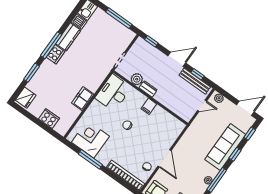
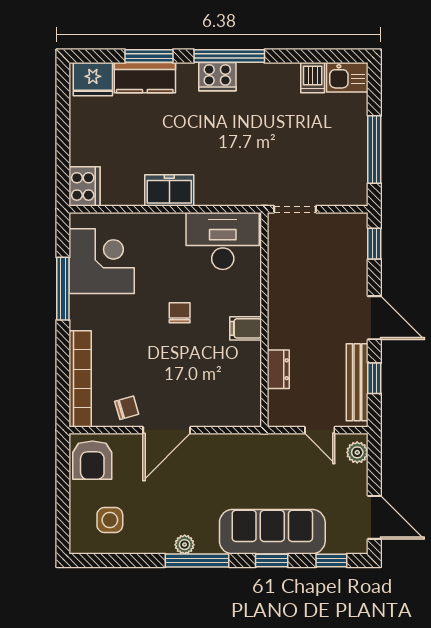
kitchen counter: (68, 37) -> (145, 78), moved
plant: (137, 79) -> (281, 268), removed
dresser: (148, 89) -> (278, 369), moved
cooker: (49, 119) -> (85, 186), moved

